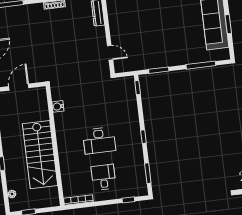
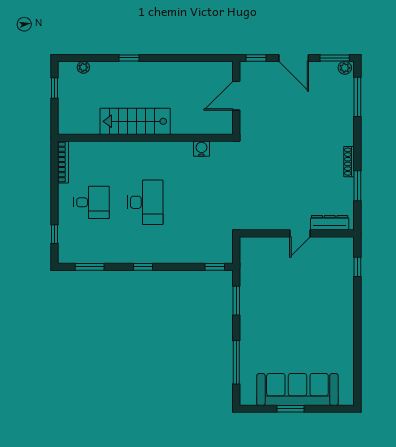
door: (110, 53) -> (300, 233), moved
door: (19, 87) -> (236, 96), swing flipped
desk: (99, 140) -> (145, 202), turned 180
stairs: (40, 155) -> (135, 121), width x0.73, depth x0.66

